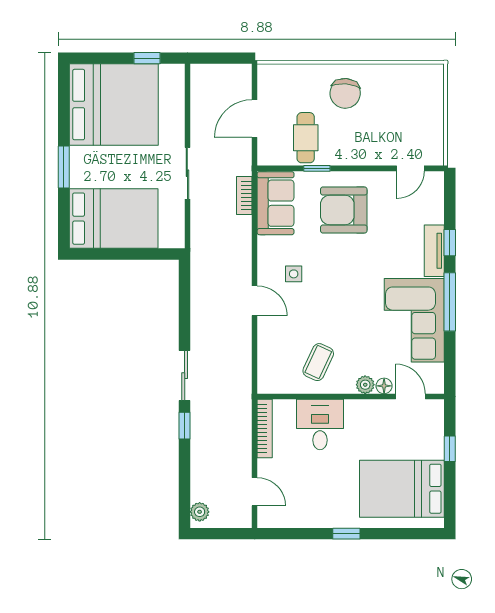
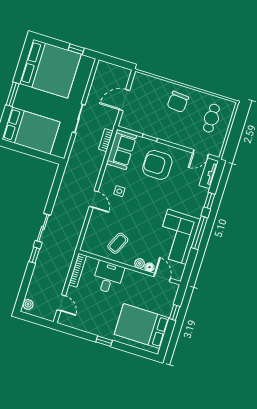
cafe table: (306, 138) -> (211, 118), moved
tv unit: (434, 251) -> (209, 173), moved

